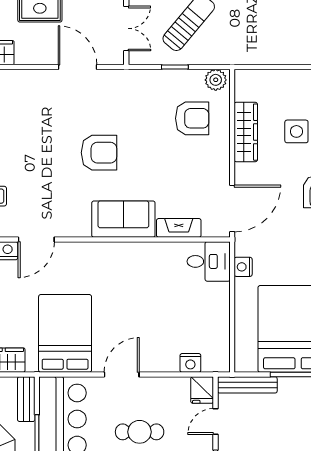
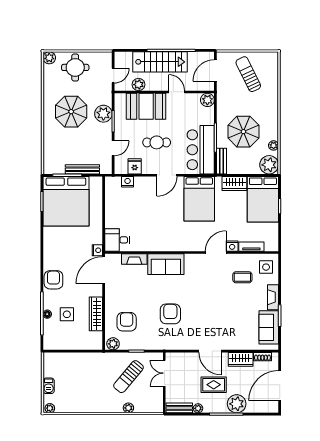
door: (77, 67) -> (210, 351), moved
armchair: (192, 118) -> (127, 322), turned 90
armchair: (99, 153) -> (170, 314), moved, turned 90
nightstand: (243, 267) -> (97, 250), moved
bench: (247, 385) -> (82, 169), moved
fridge: (202, 390) -> (135, 166), moved

